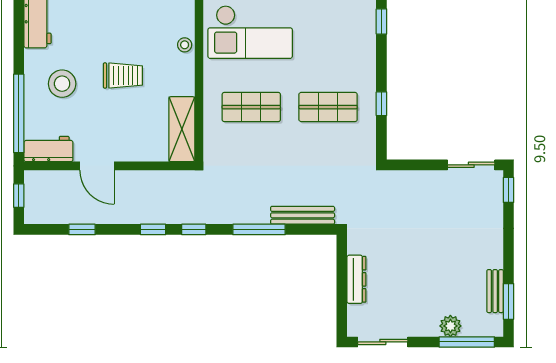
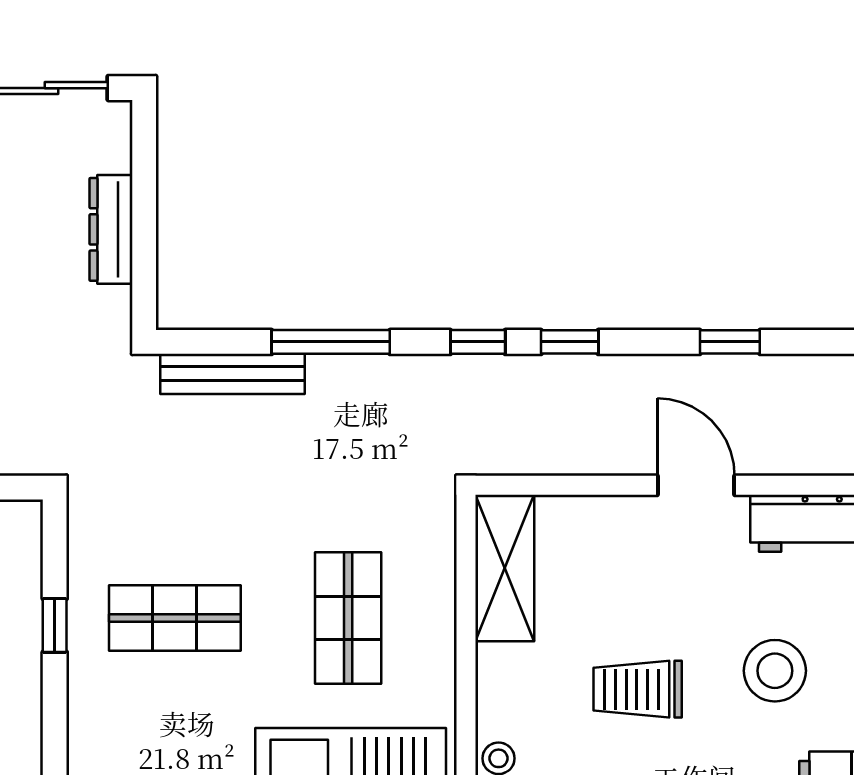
shop shelf: (251, 107) -> (348, 618), turned 90

